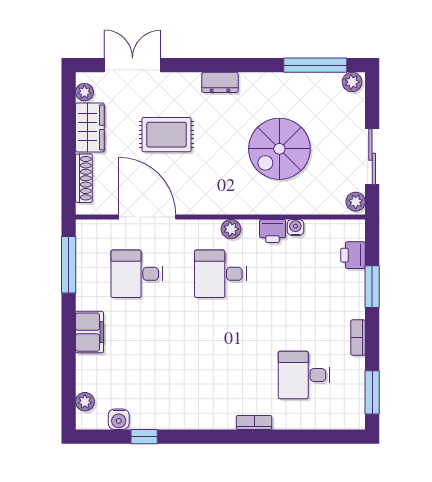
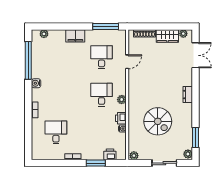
window: (315, 65) -> (195, 137), width x0.69
rug: (167, 135) -> (164, 71), removed
spiral stairs: (279, 149) -> (158, 121), turned 180
sliding door: (372, 157) -> (164, 163), moved
door: (147, 217) -> (127, 62), width x0.53
window: (372, 392) -> (48, 163), removed
water cooler: (119, 419) -> (36, 83), moved
window: (144, 437) -> (28, 60), width x3.17

